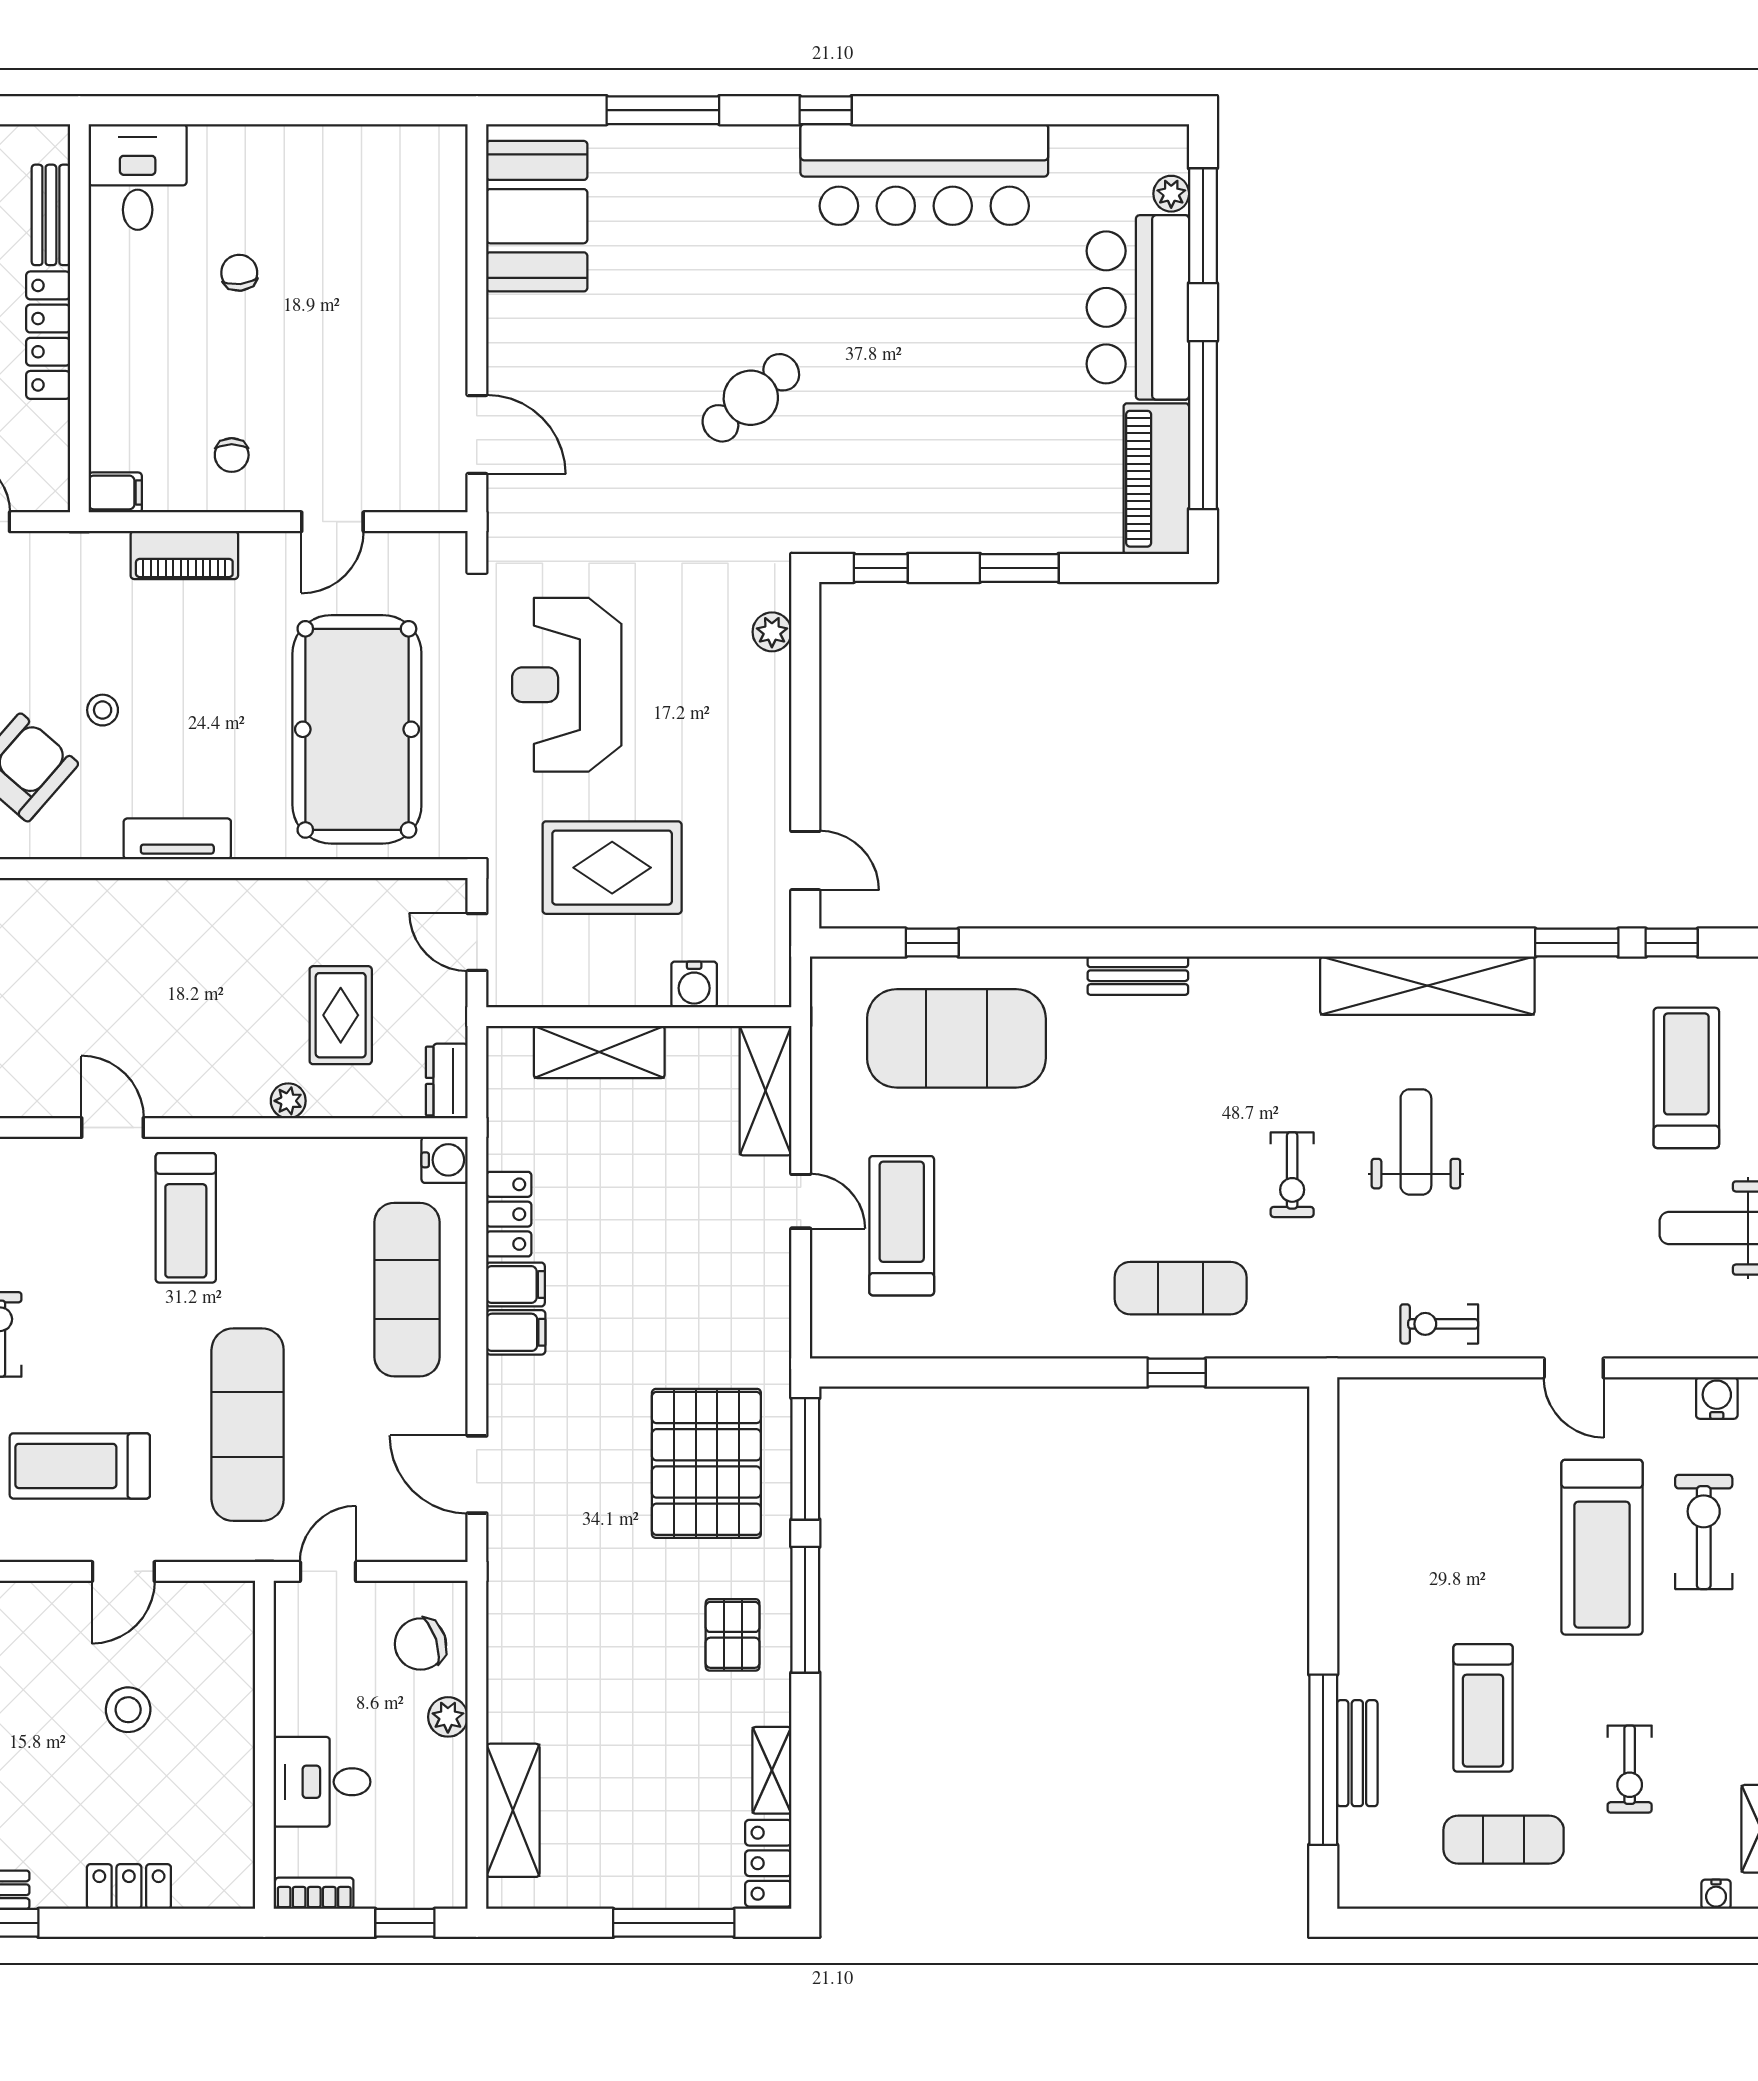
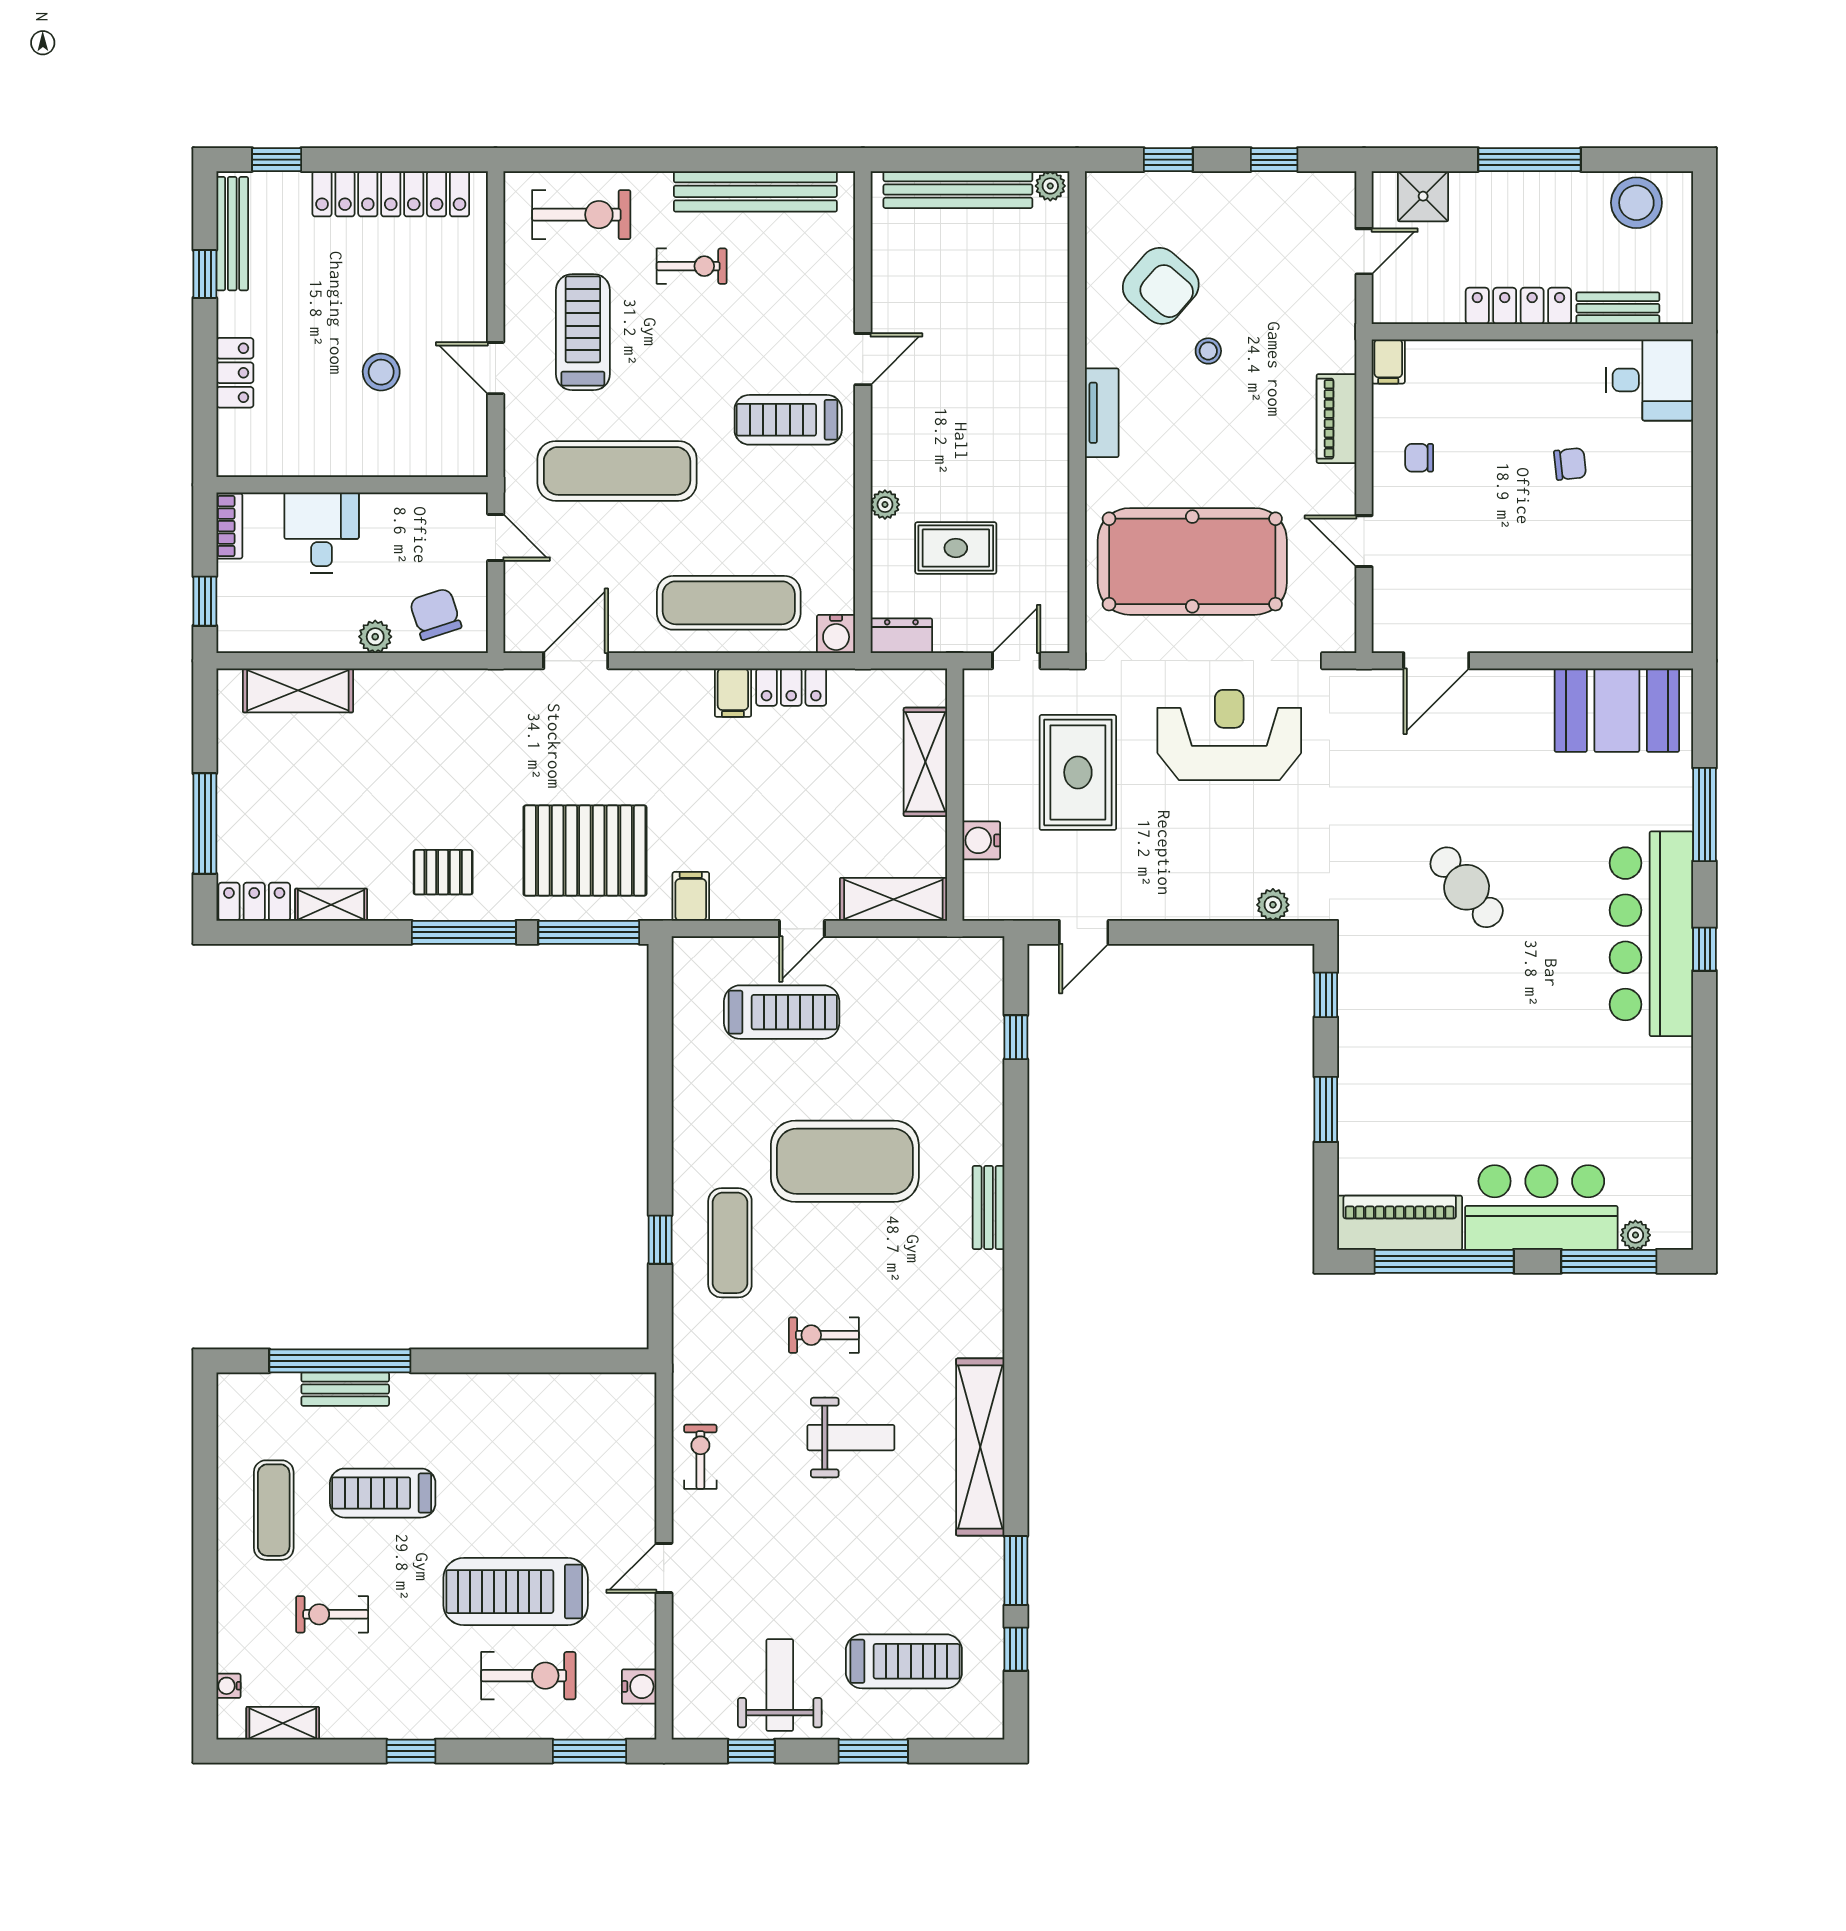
bar counter: (924, 175) -> (1651, 934), moved
exercise mat: (956, 1038) -> (845, 1161), moved, turned 90
filing cabinet: (516, 1332) -> (691, 896), moved, turned 180

